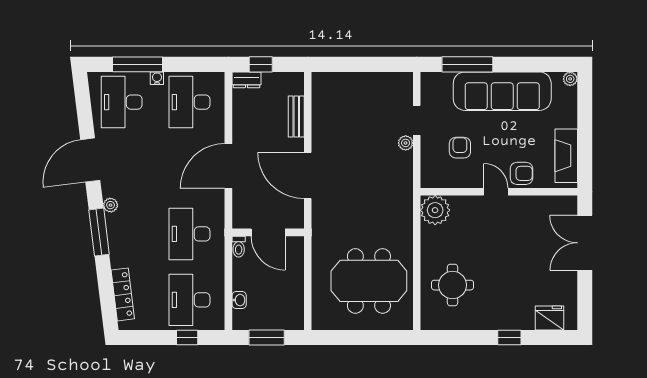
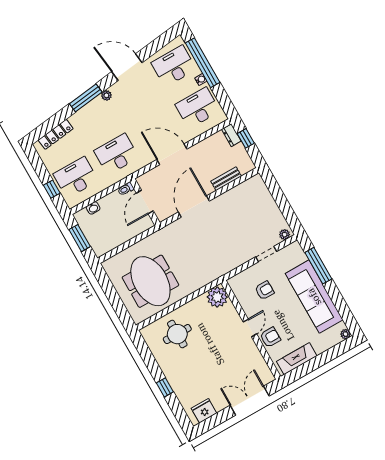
window: (138, 64) -> (203, 63), width x1.46
plant: (406, 143) -> (285, 235), moved
armchair: (521, 173) -> (270, 337), turned -90
fridge: (550, 318) -> (204, 411), moved, turned -90

